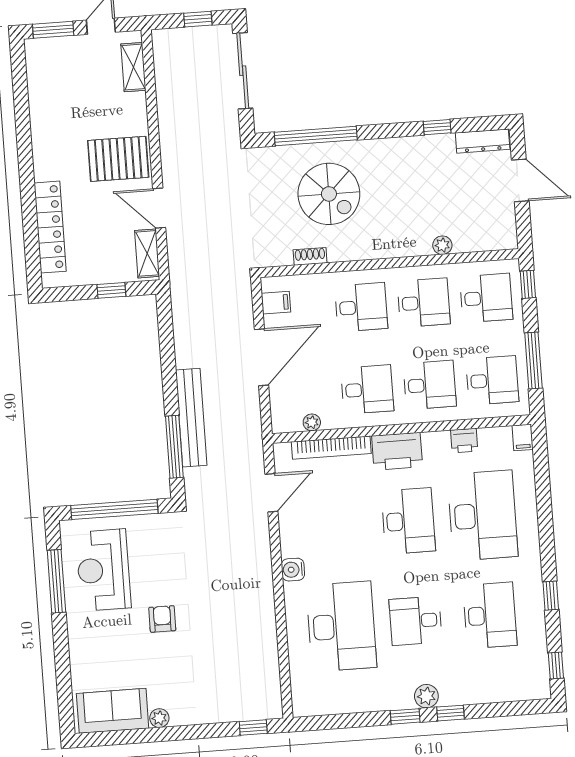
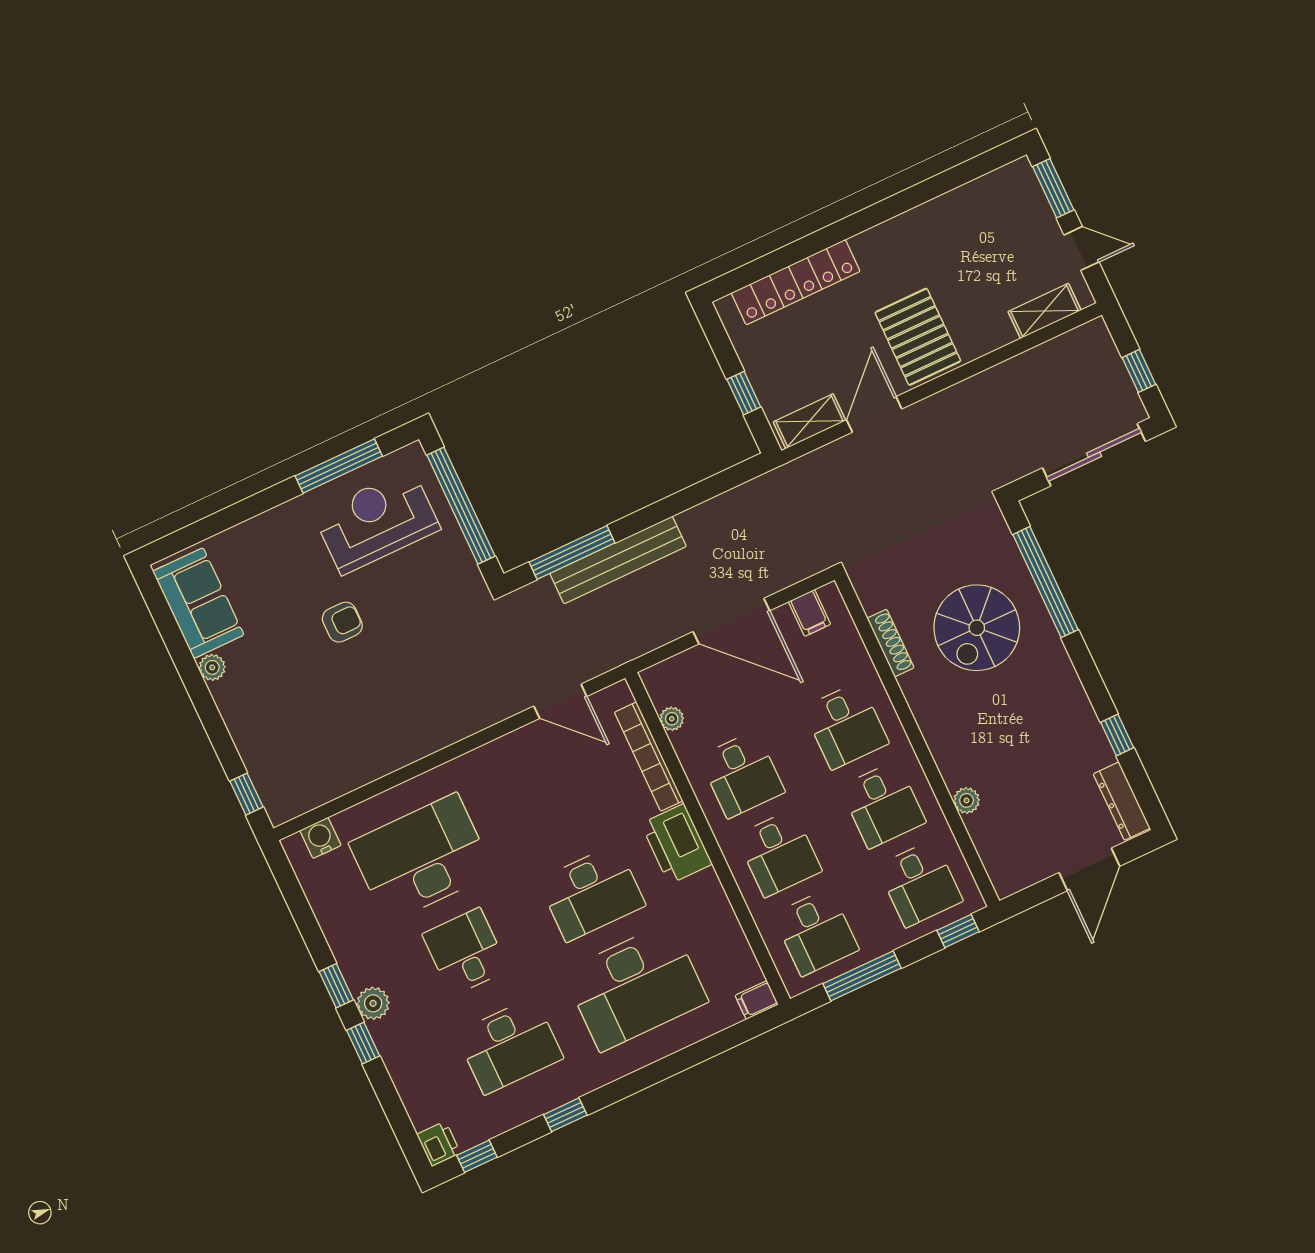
shoe rack: (310, 256) -> (891, 643), width x1.43
printer: (464, 441) -> (438, 1144), moved, turned 180
water cooler: (293, 570) -> (320, 838), moved
desk: (341, 626) -> (422, 858), turned 180

